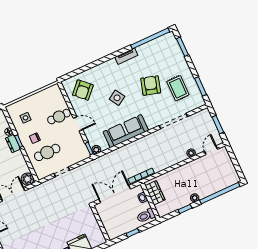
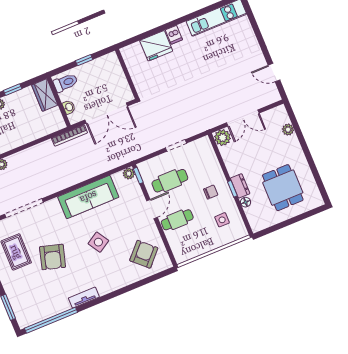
door: (78, 124) -> (152, 209), swing flipped
cafe table: (47, 152) -> (170, 181), moved
wardrobe: (155, 193) -> (45, 95), moved

